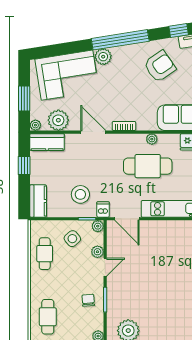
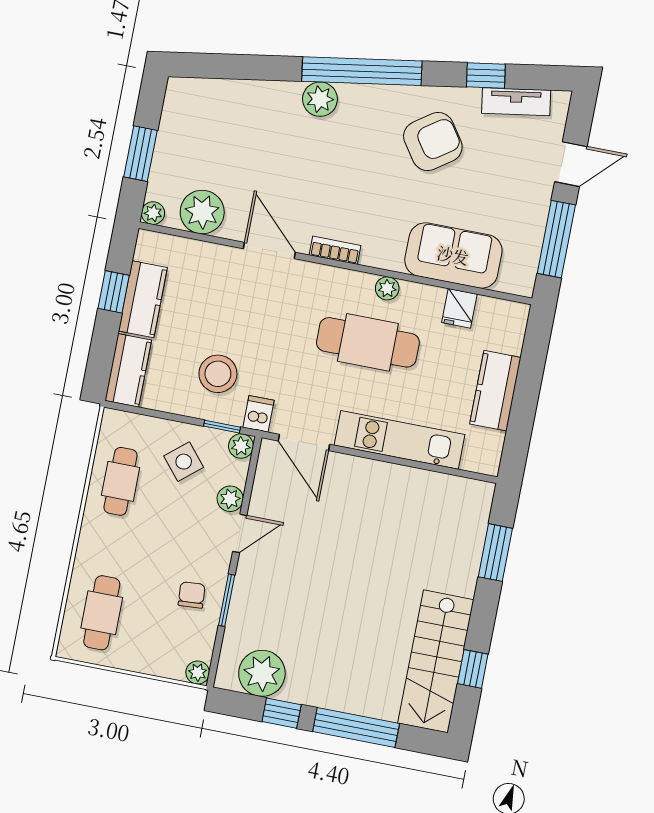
corner sofa: (67, 75) -> (238, 123), removed
kitchen counter: (47, 142) -> (143, 299), moved, turned -90

